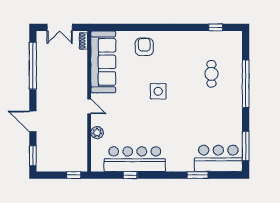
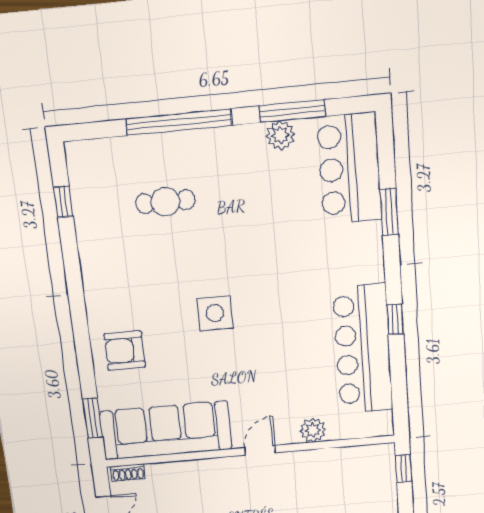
window: (113, 27) -> (93, 418), added
plant: (236, 129) -> (280, 135), added
window: (246, 146) -> (292, 111), moved
window: (130, 175) -> (395, 319), moved

